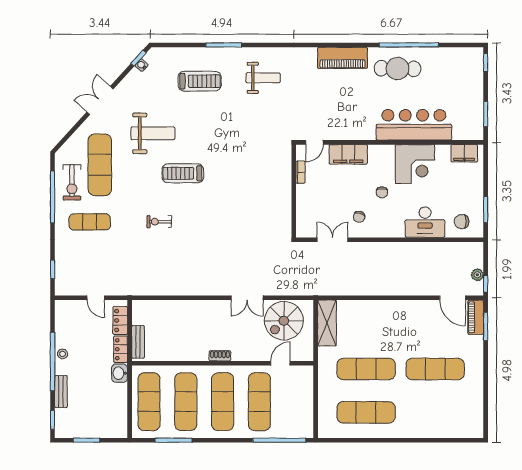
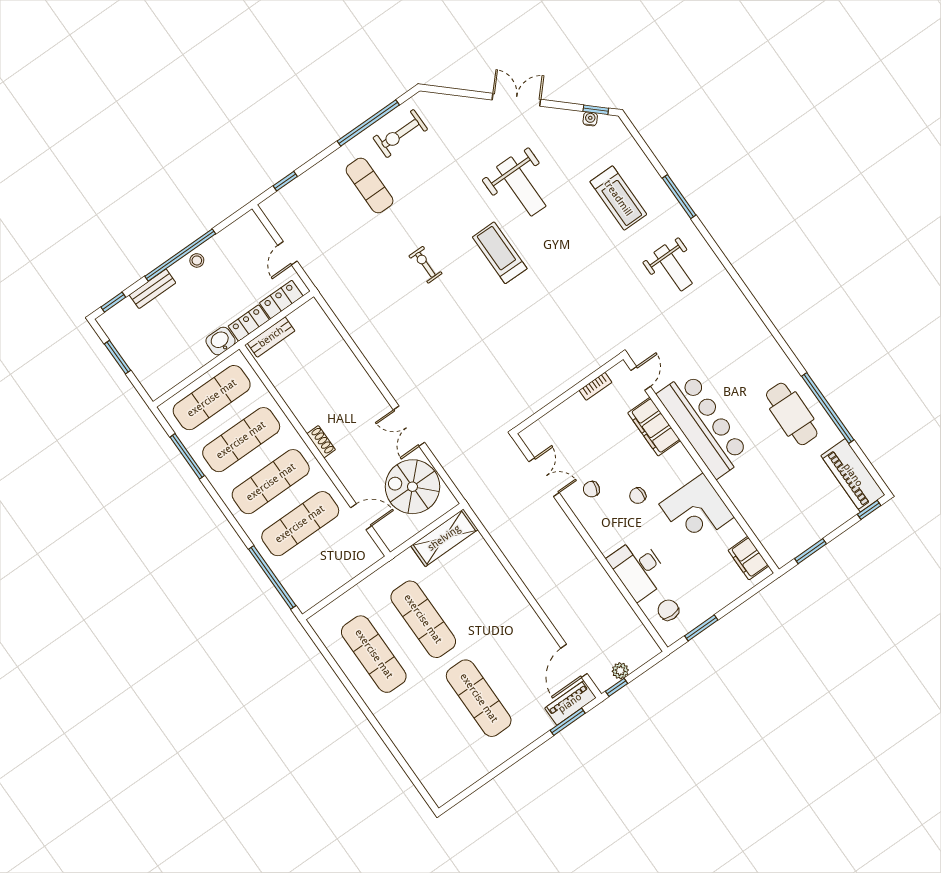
piano: (342, 58) -> (853, 475), moved
bar counter: (414, 125) -> (703, 425), moved
door: (314, 142) -> (641, 378), swing flipped
exercise mat: (100, 165) -> (443, 151), removed

